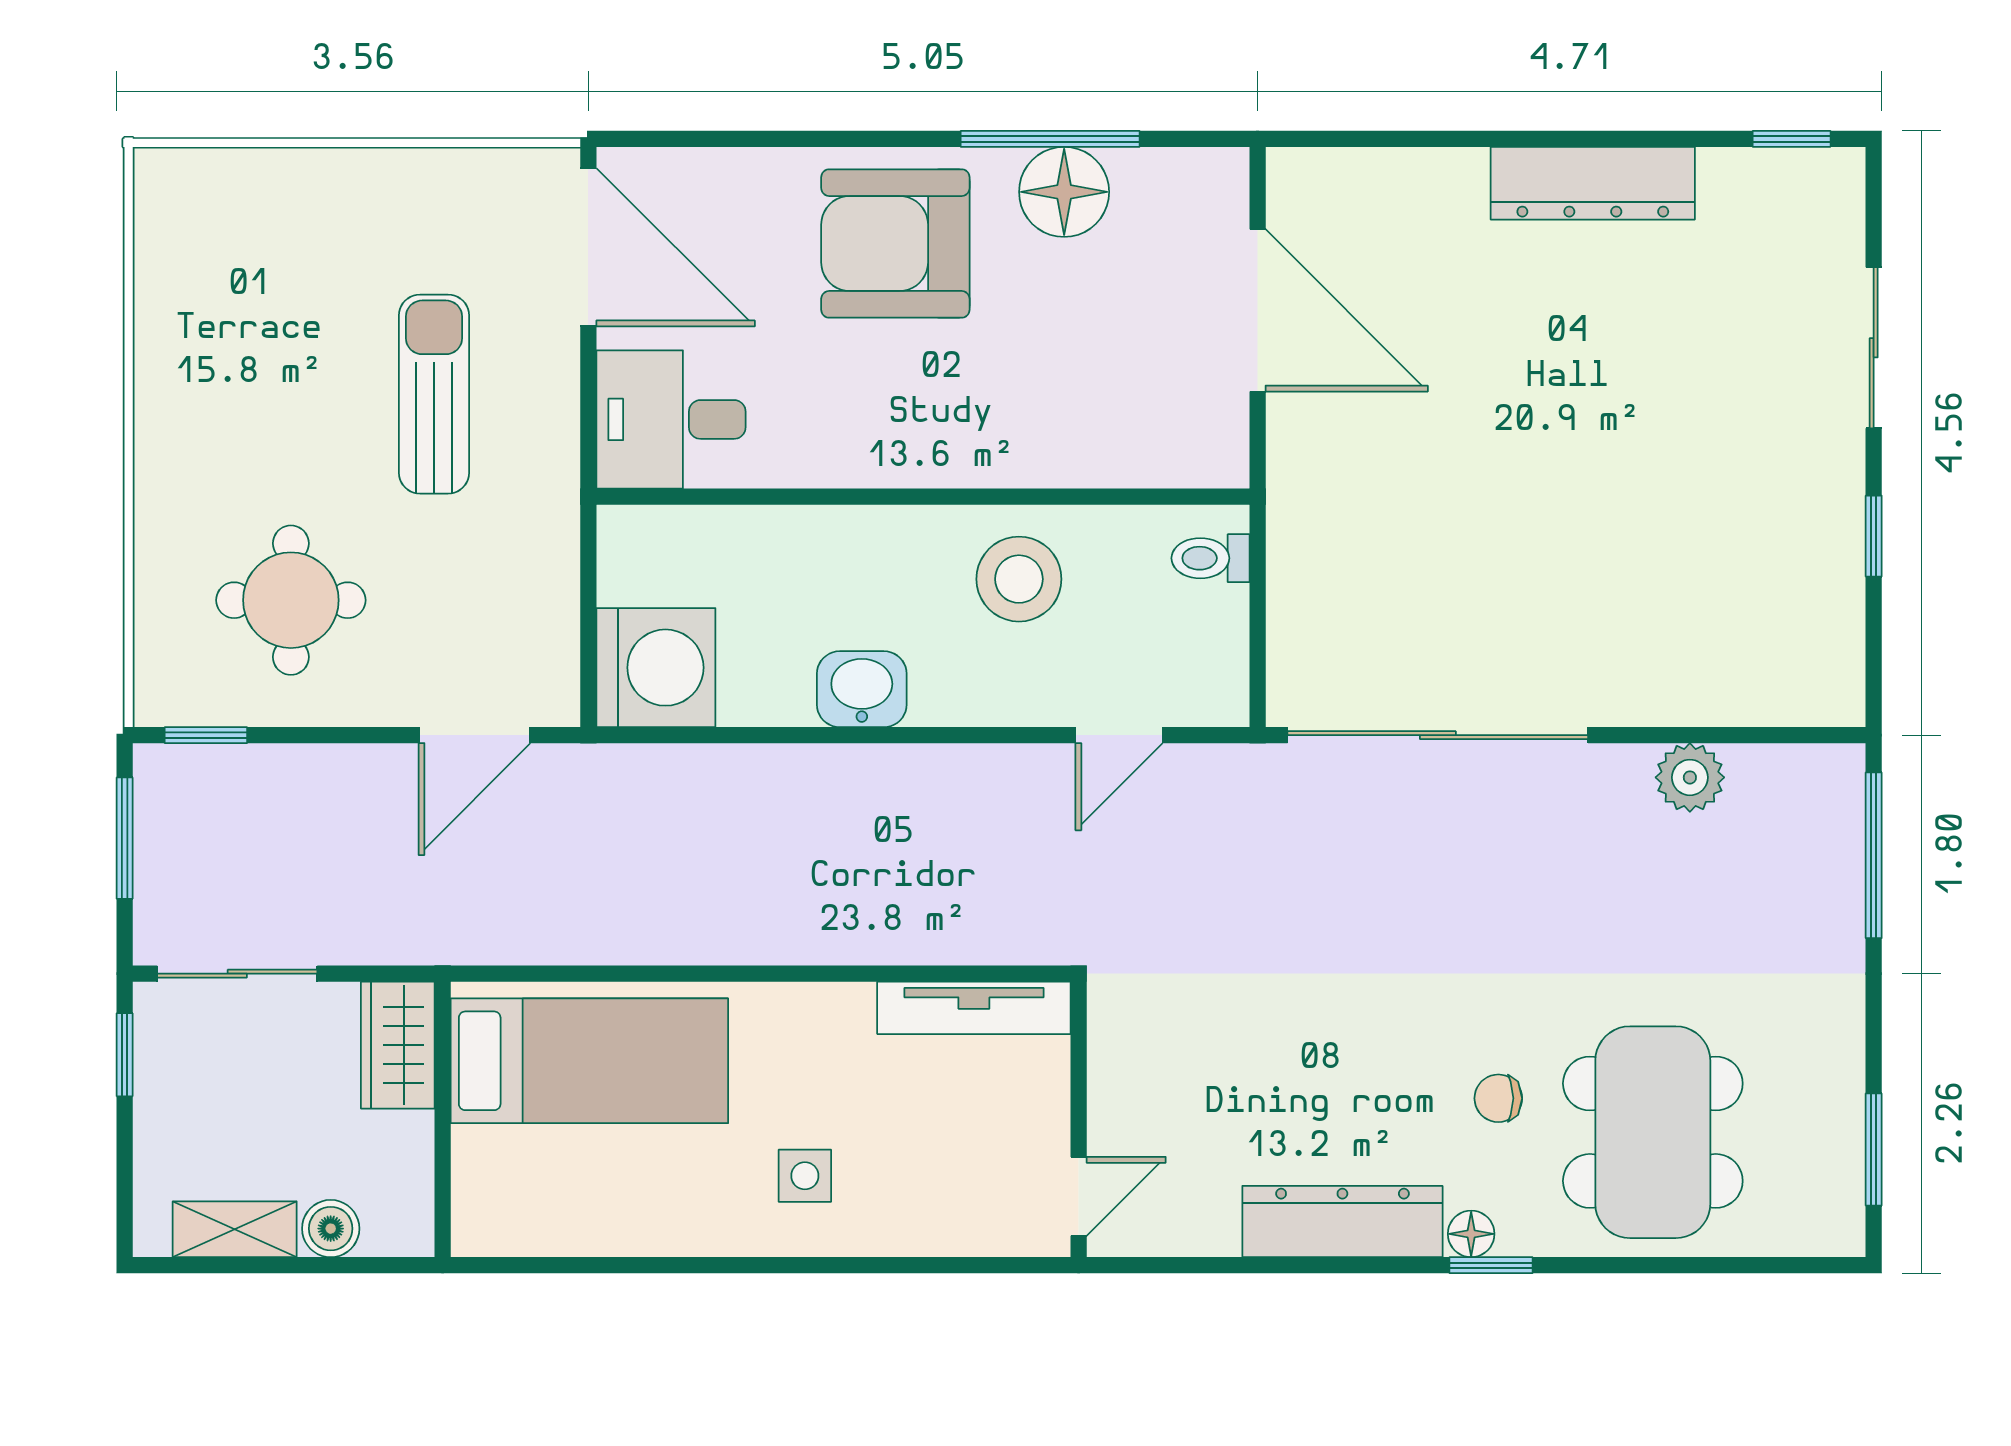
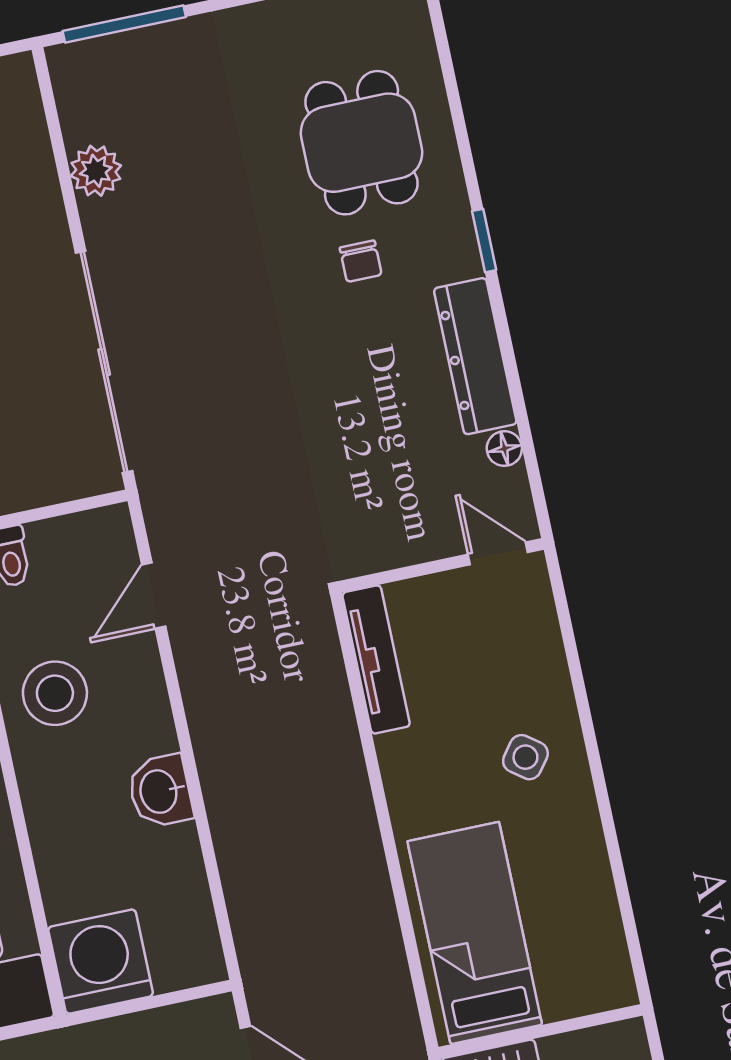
washing machine: (656, 668) -> (101, 962), moved
door: (1119, 735) -> (154, 596), swing flipped
dining table: (1653, 1132) -> (361, 143), width x0.73
side table: (805, 1176) -> (525, 757), turned 37
floor lamp: (1471, 1234) -> (504, 449), moved

